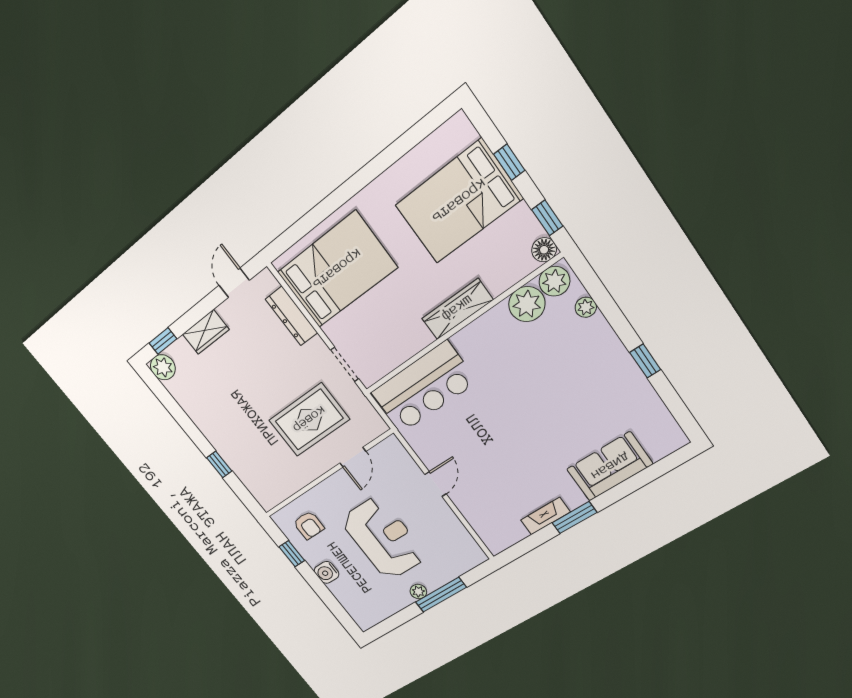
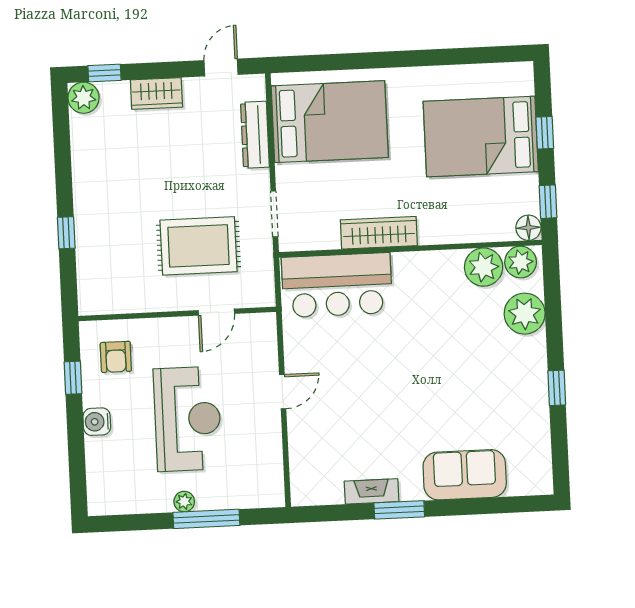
plant: (586, 307) -> (525, 314), width x1.88, depth x1.88
wardrobe: (457, 309) -> (379, 233), moved

